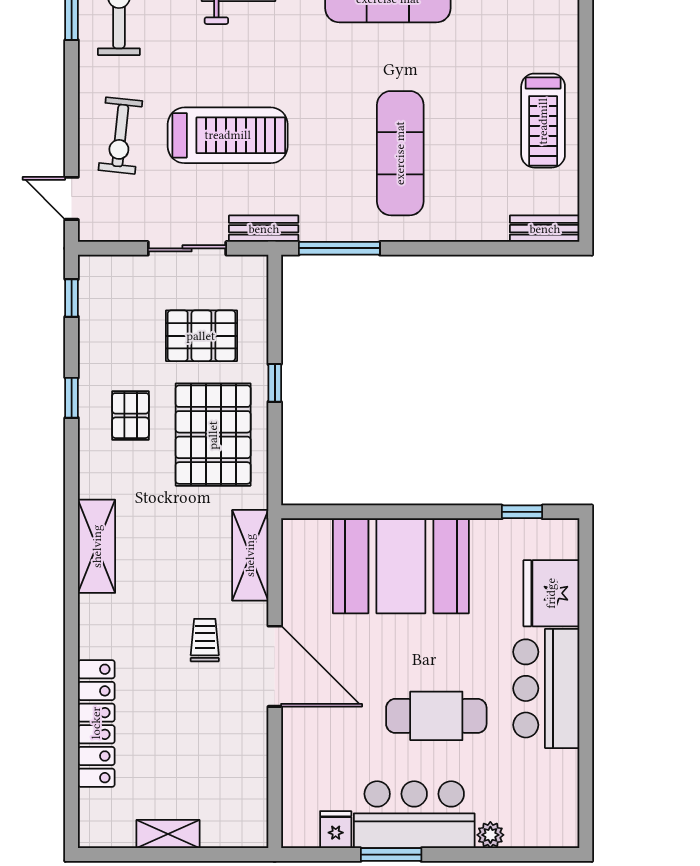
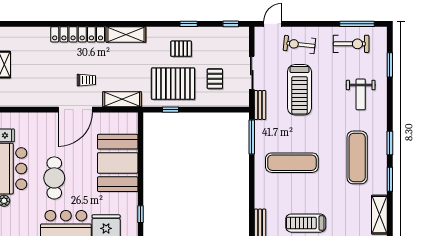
pallet: (201, 336) -> (215, 79), width x0.67, depth x0.71
window: (275, 383) -> (170, 110), moved
locker: (96, 723) -> (78, 34), moved

